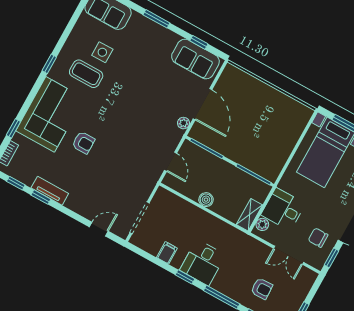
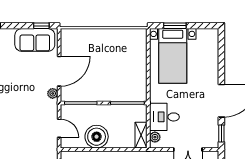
window: (199, 42) -> (41, 26), moved
door: (202, 104) -> (59, 71), hinge flipped
boiler: (206, 200) -> (97, 137), width x1.86, depth x1.86
chair: (318, 238) -> (203, 124), removed

